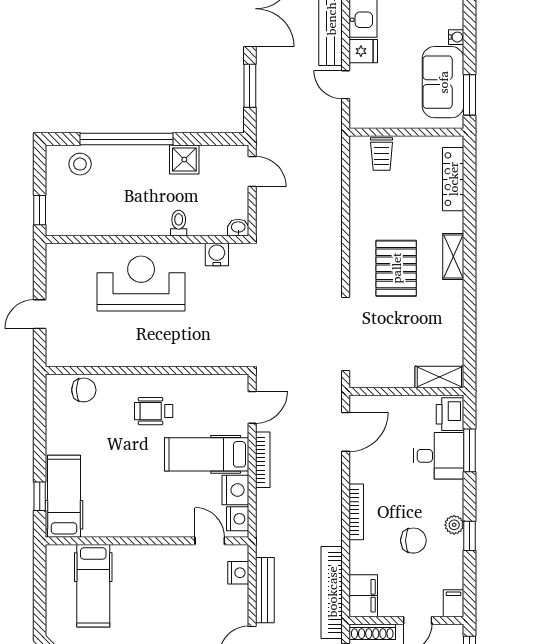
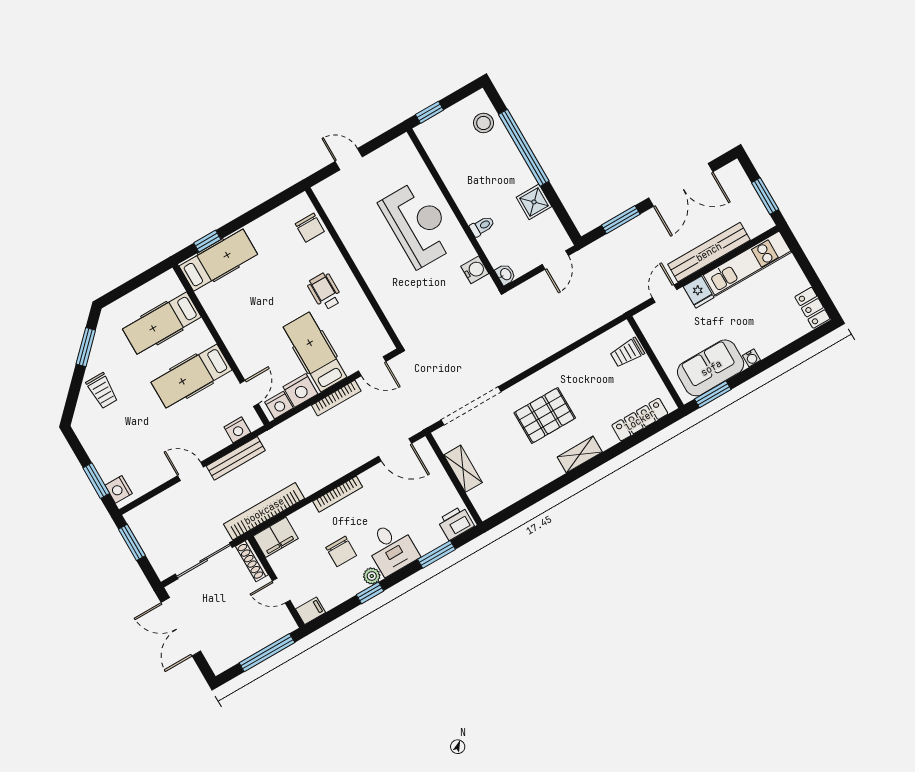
shelving: (439, 377) -> (463, 469), moved
desk: (438, 456) -> (392, 548), moved
hospital bed: (161, 587) -> (192, 376), added

